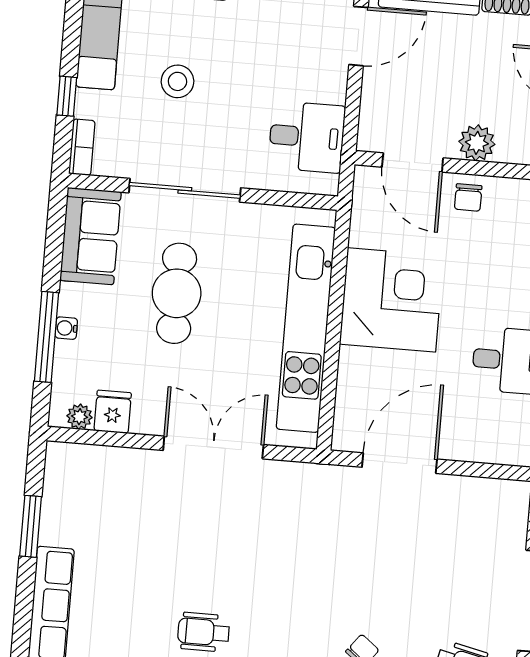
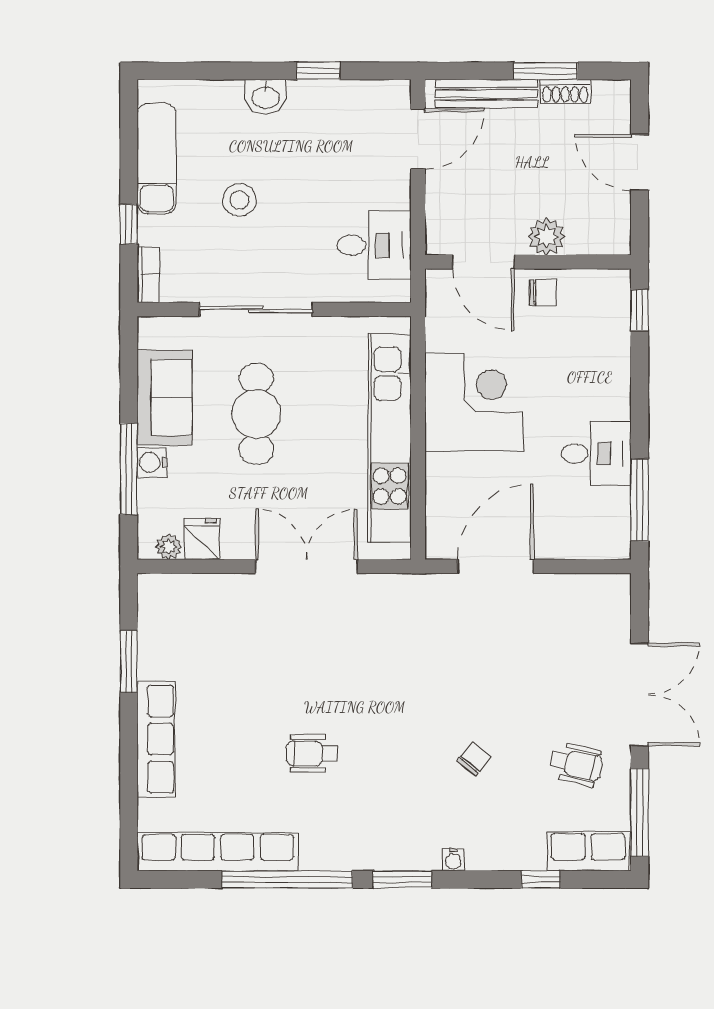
chair: (468, 197) -> (542, 293), turned -90
sofa: (91, 236) -> (165, 398), moved
water cooler: (66, 328) -> (152, 463), width x1.38, depth x1.38

